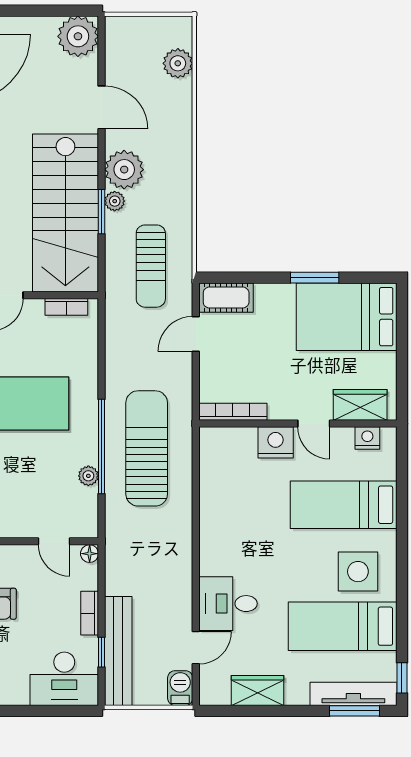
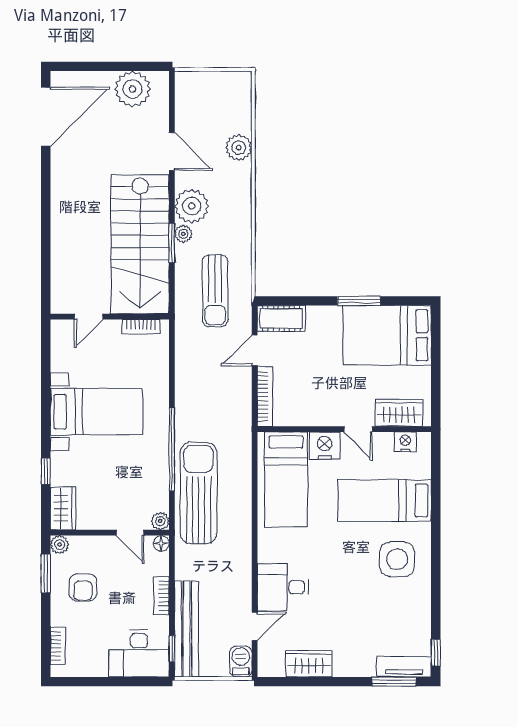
plant: (78, 36) -> (133, 89), moved
plant: (178, 63) -> (239, 148), moved
bookcase: (233, 412) -> (265, 397), moved, turned 90
sun lounger: (147, 448) -> (198, 493), moved
plant: (88, 476) -> (160, 521), moved
bed: (343, 626) -> (286, 480), moved, turned -90
window: (102, 652) -> (172, 649), moved
tv unit: (353, 694) -> (404, 667), width x0.71

